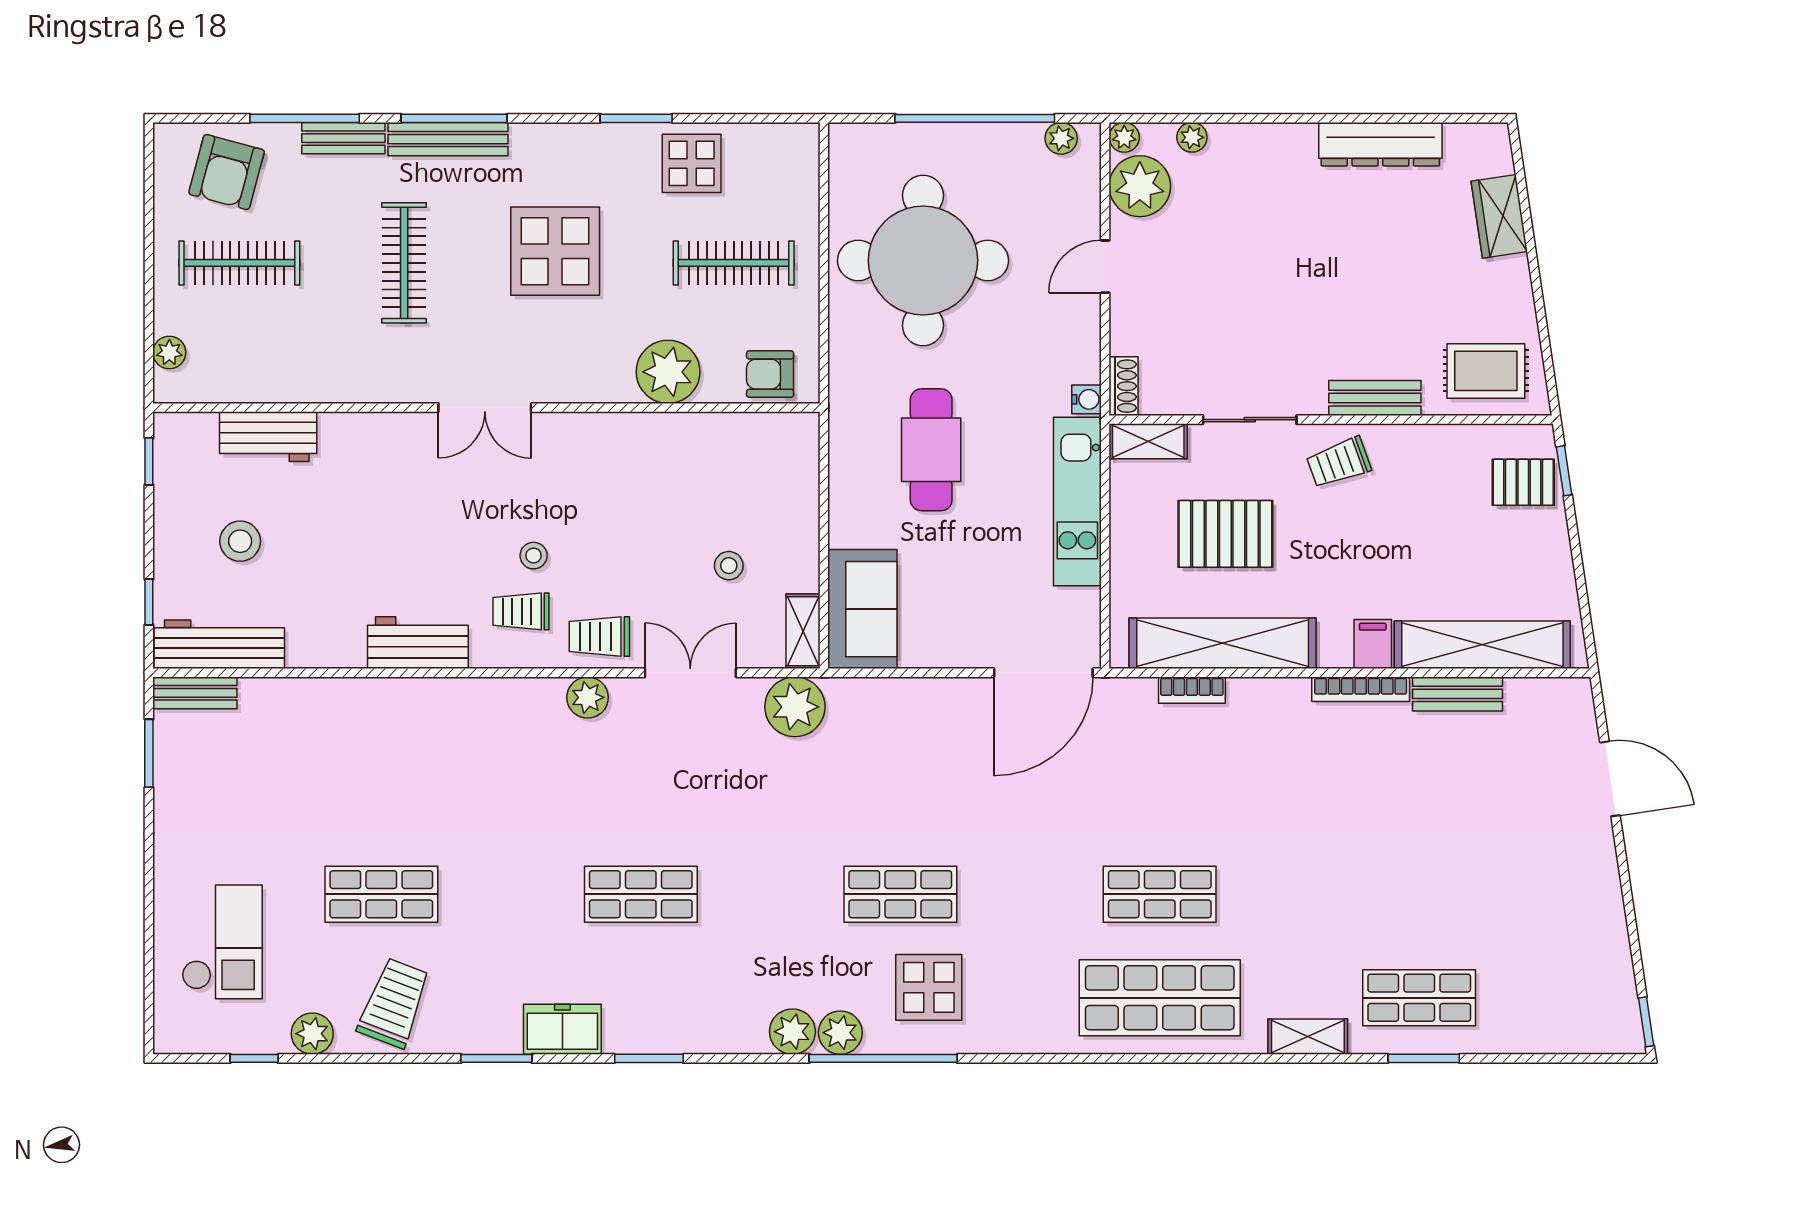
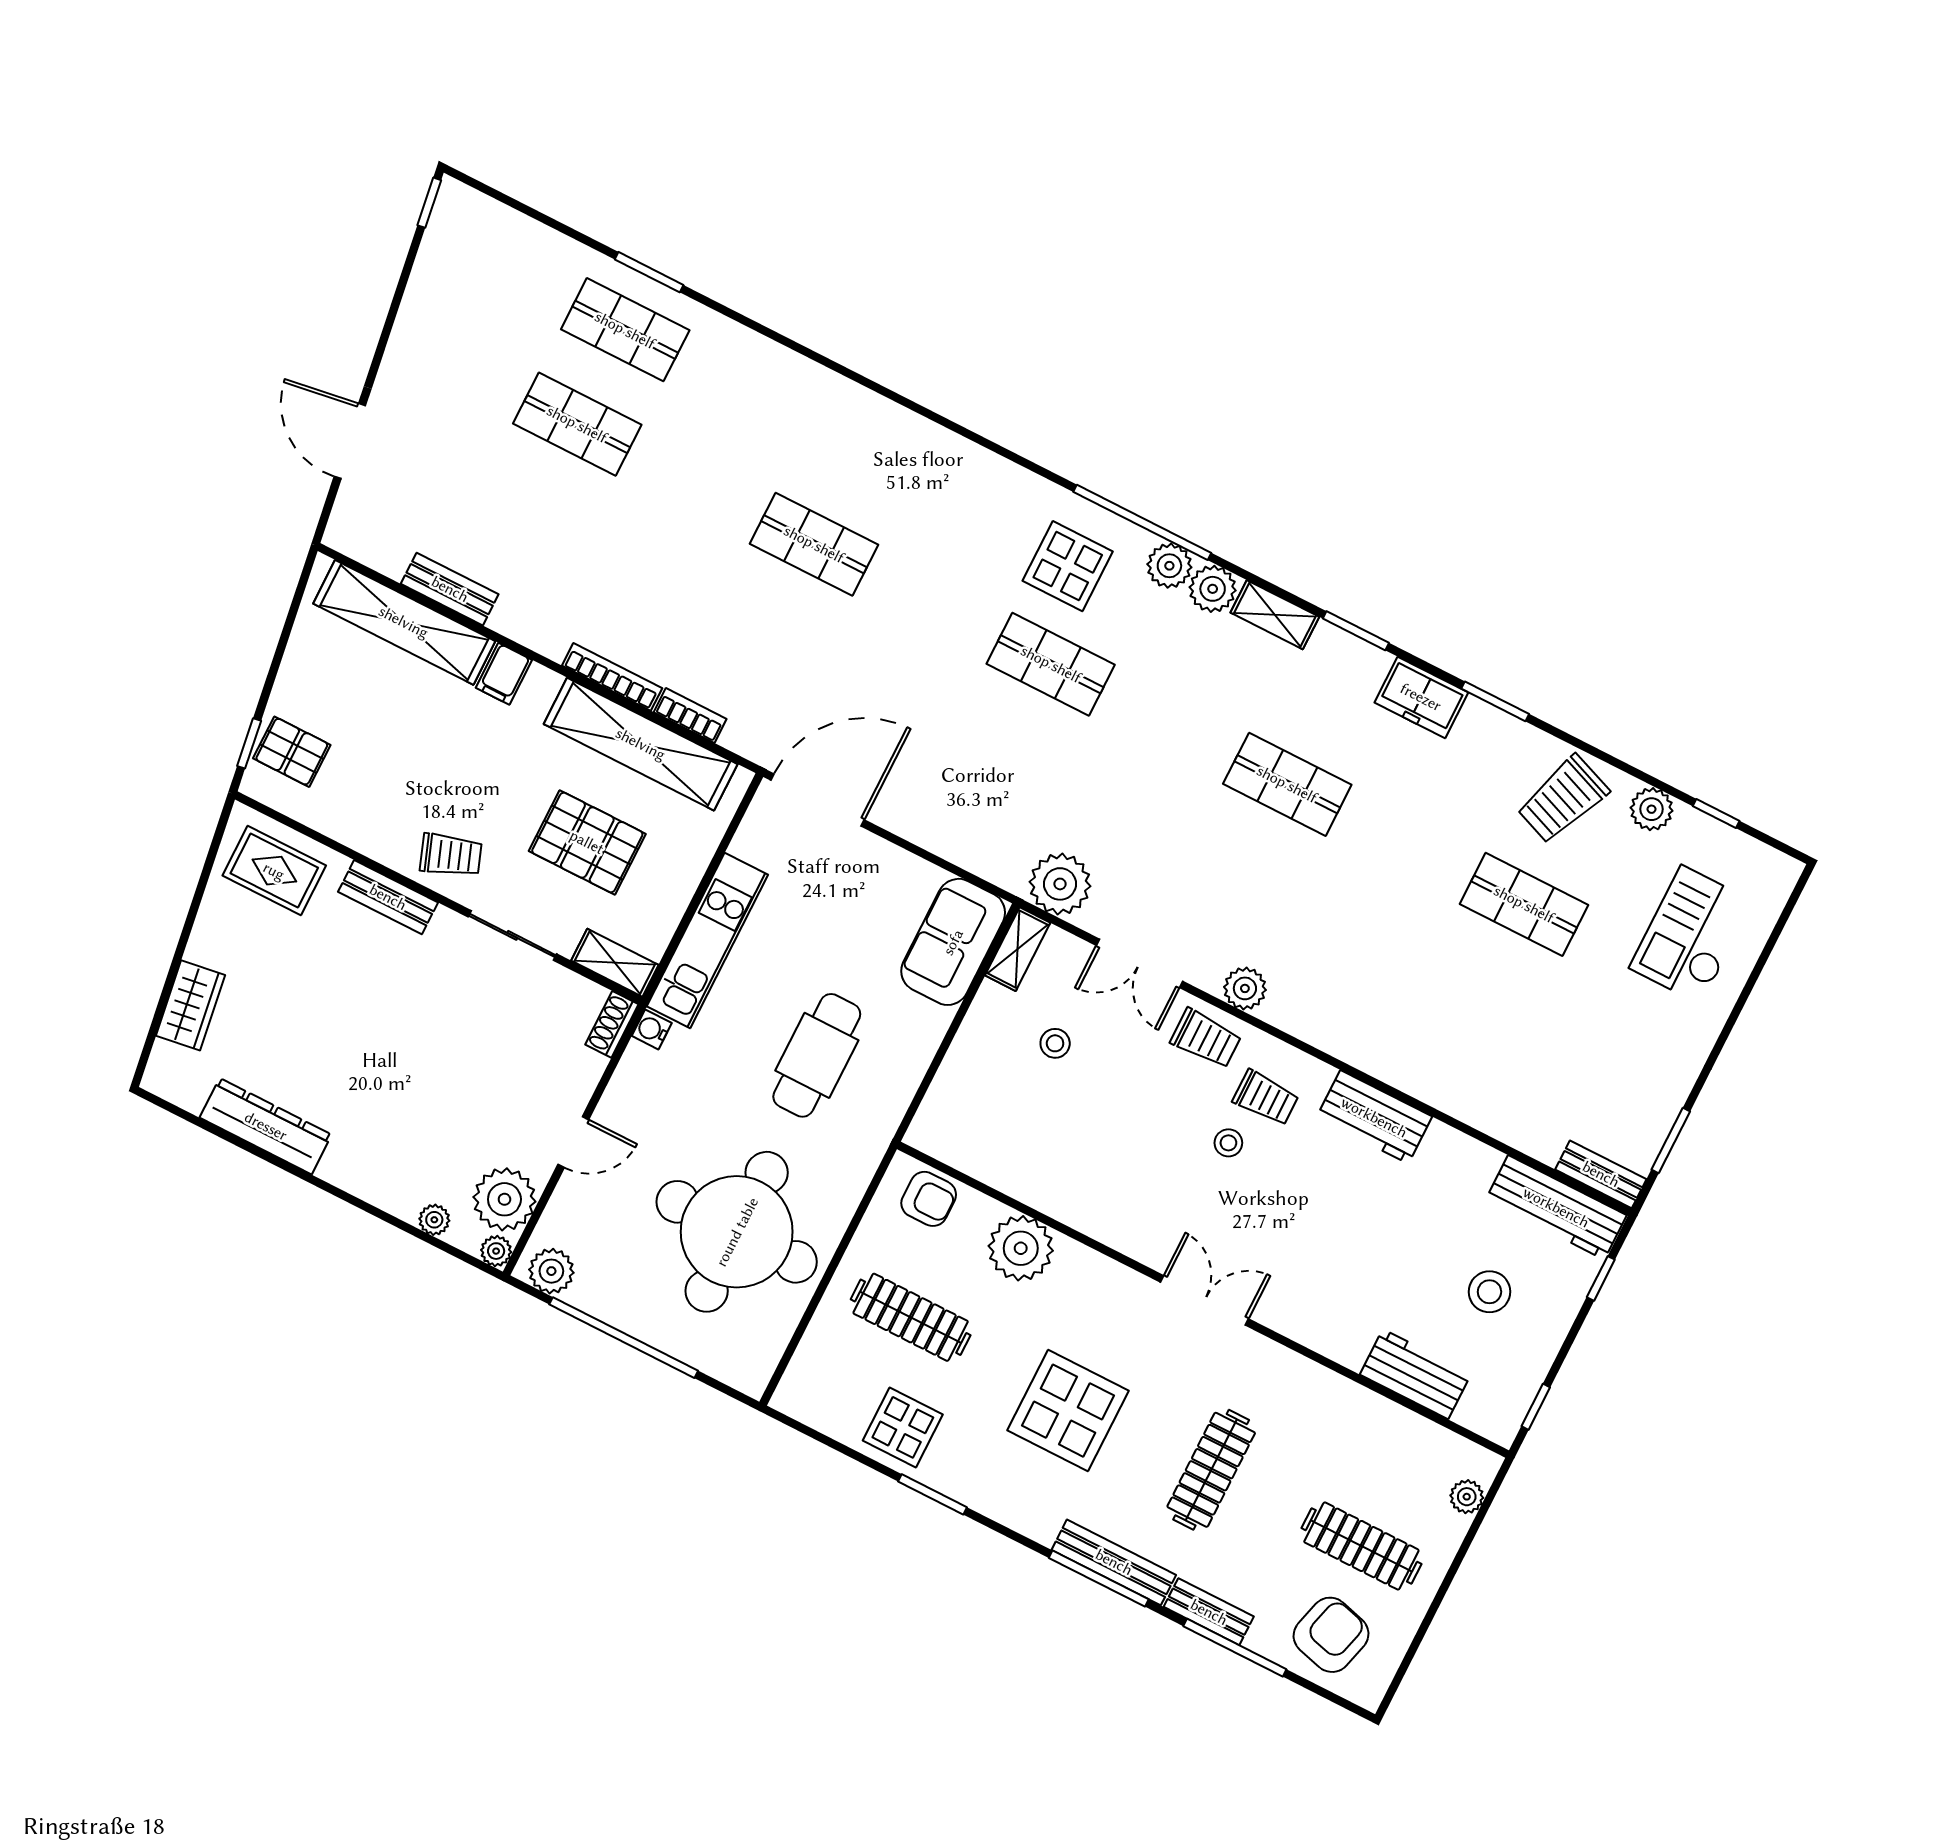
plant: (1061, 138) -> (551, 1271), width x1.38, depth x1.38
bookcase: (1361, 689) -> (612, 677), moved
shop shelf: (1160, 998) -> (577, 424), moved, width x0.70, depth x0.74
shelving: (1308, 1037) -> (1275, 615), moved

